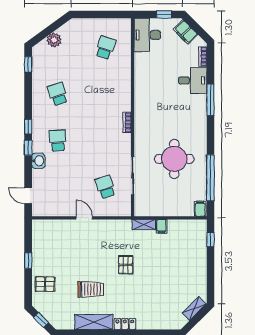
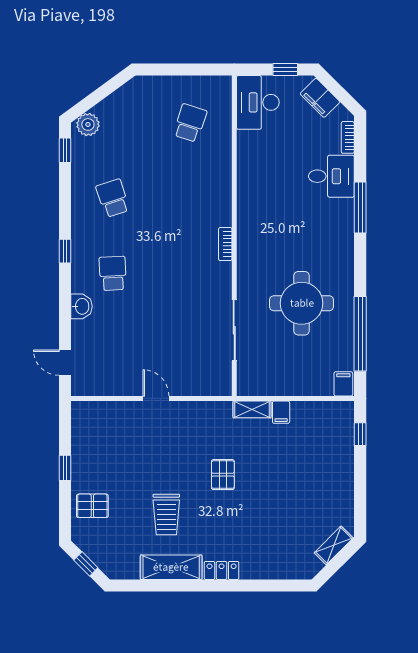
plant: (54, 40) -> (88, 124), moved
window: (28, 148) -> (65, 285), removed
school desk: (105, 187) -> (190, 349), removed
trolley: (91, 289) -> (166, 514), turned 90

